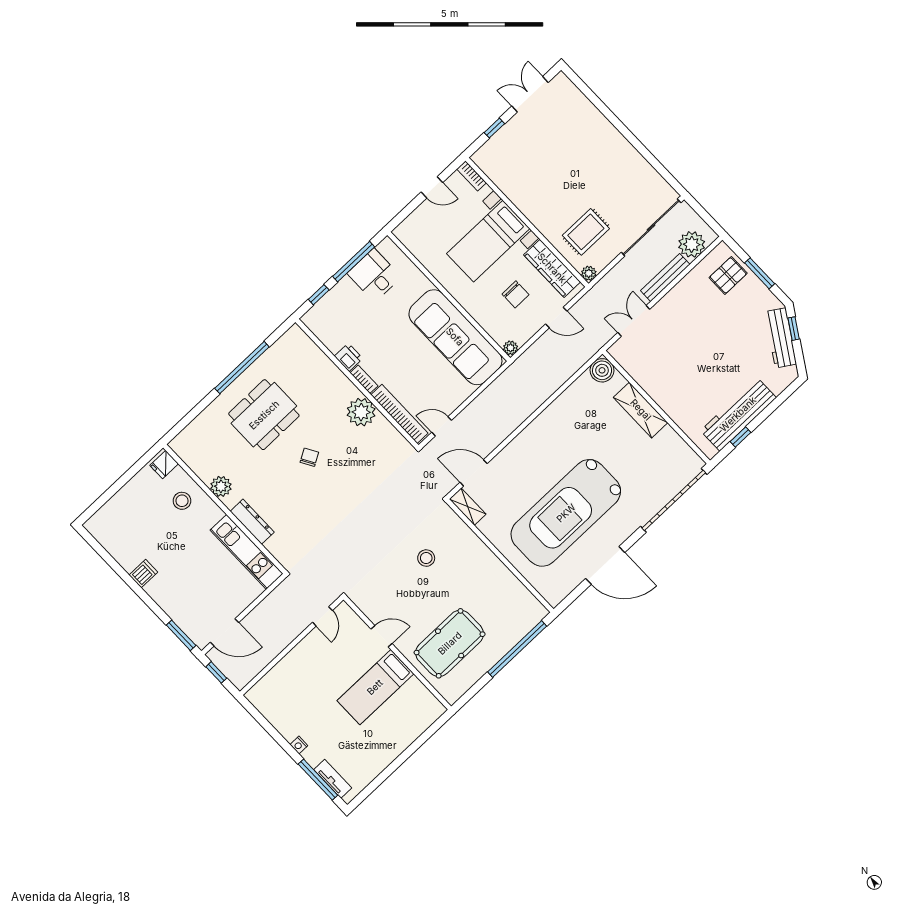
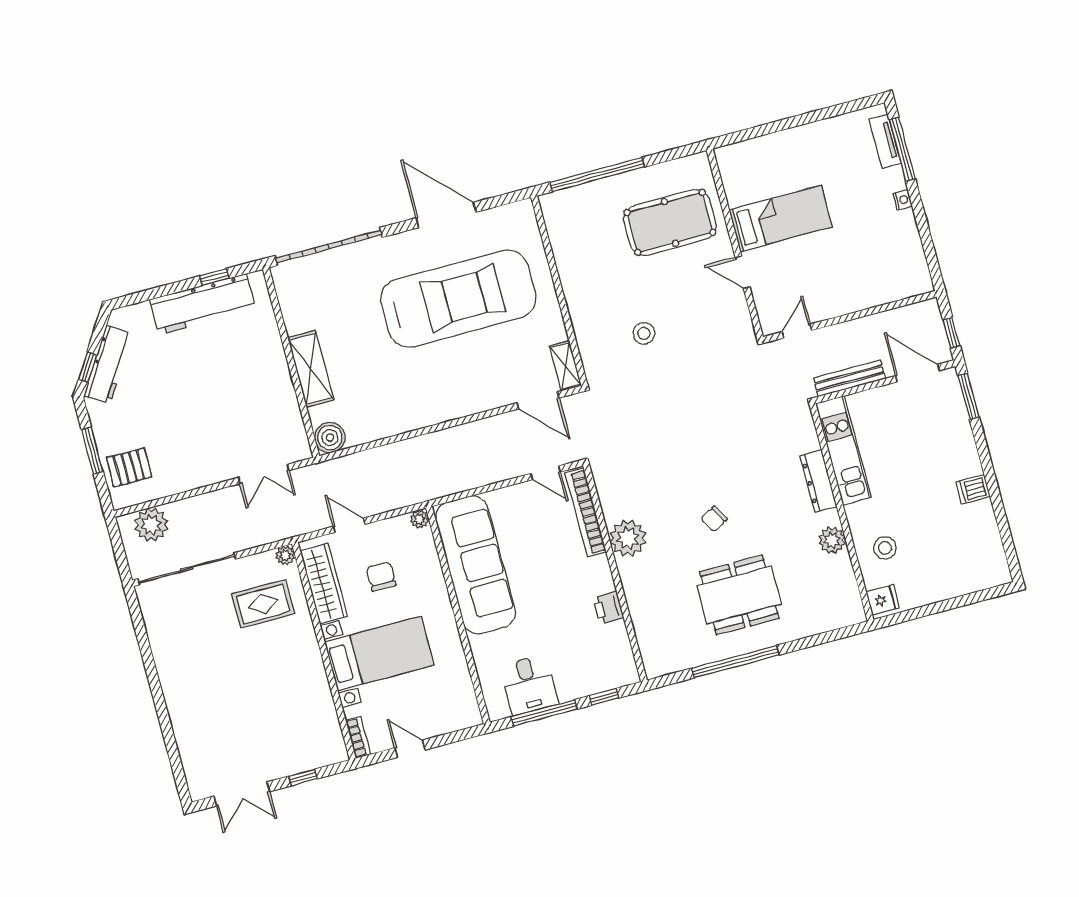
bench: (665, 278) -> (849, 378), moved
bookcase: (364, 379) -> (605, 573), removed

